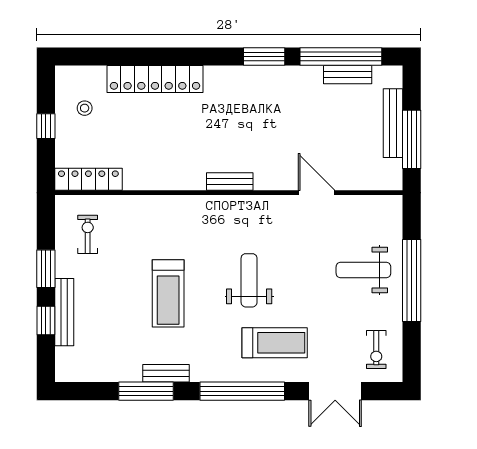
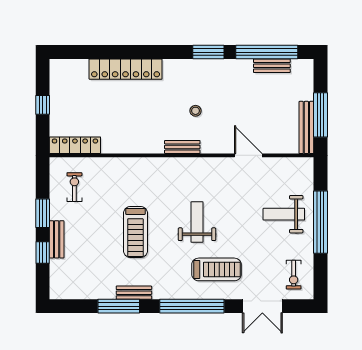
stool: (85, 108) -> (196, 111), moved
bench: (393, 123) -> (306, 127), moved
bench: (64, 312) -> (57, 239), width x0.73

